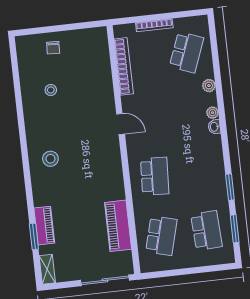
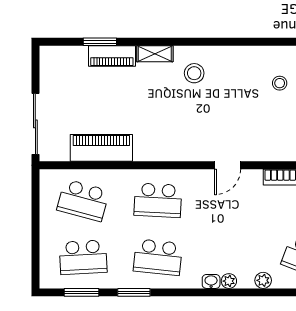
school desk: (200, 171) -> (158, 257), added
shelving: (47, 269) -> (155, 54), moved

